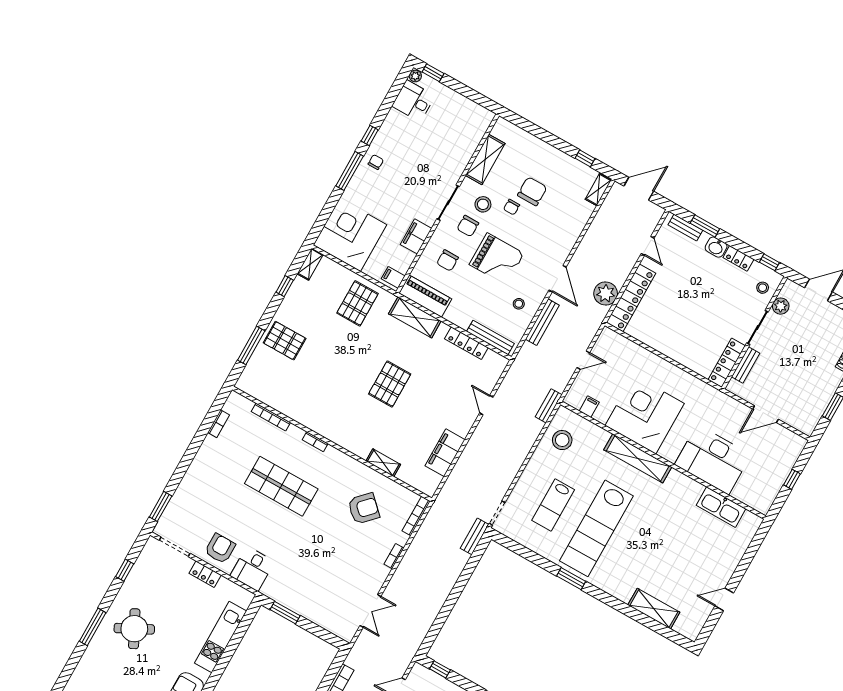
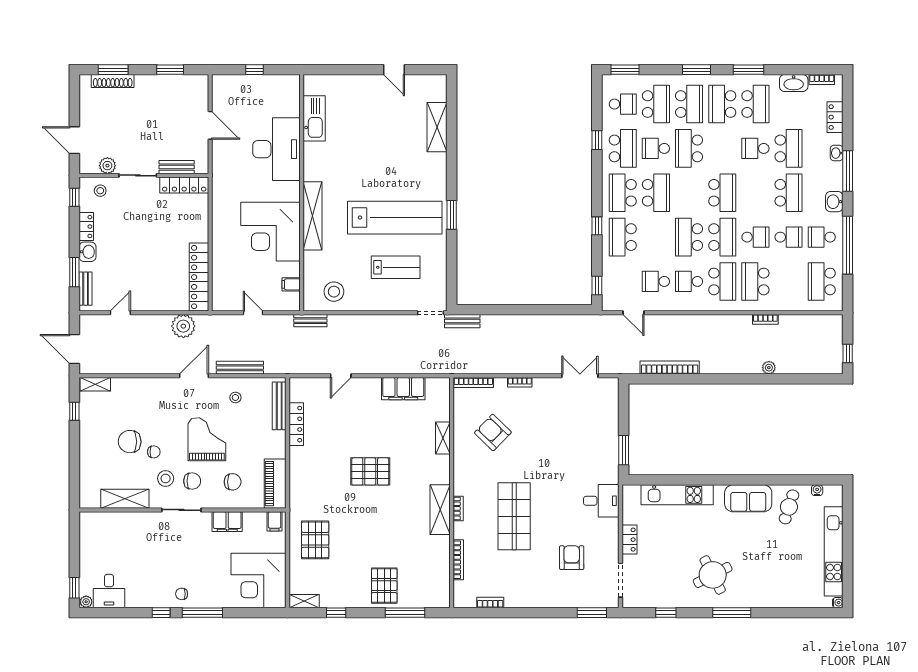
locker: (631, 298) -> (199, 277), moved, turned -90
pallet: (357, 303) -> (315, 540), turned 90
shelving: (415, 317) -> (440, 510), moved
armchair: (220, 549) -> (572, 558), moved, turned 90

